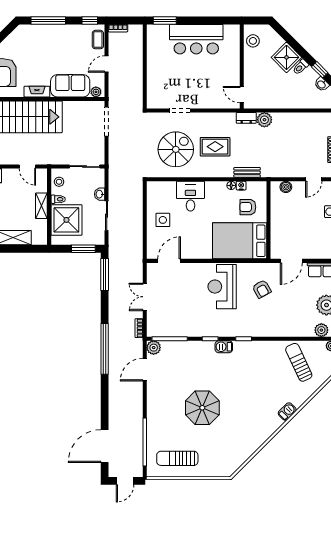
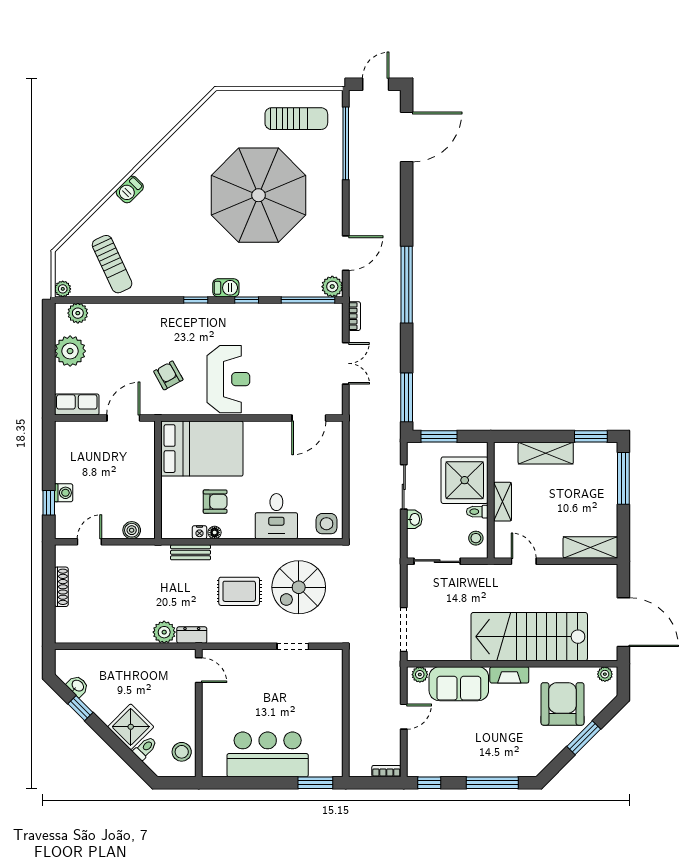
coffee table: (98, 40) -> (417, 754), removed
toilet: (301, 67) -> (145, 748), moved
armchair: (248, 207) -> (215, 502), moved
side table: (163, 220) -> (327, 524), moved
parasol: (202, 408) -> (258, 195), width x1.86, depth x1.86

